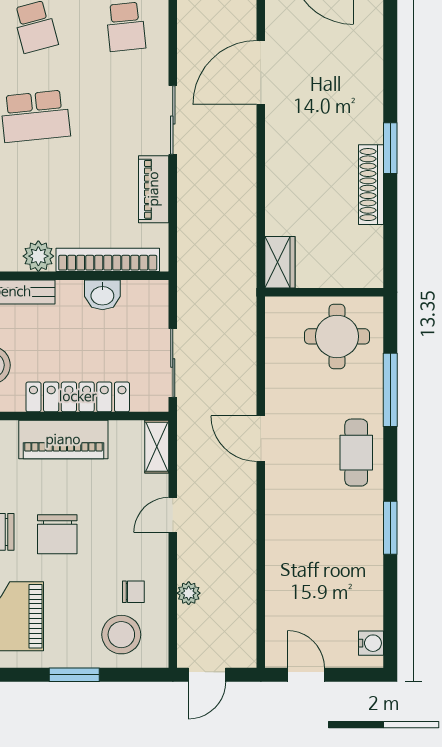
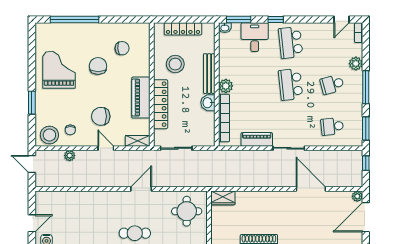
washbasin: (102, 295) -> (208, 103), moved
round table: (337, 336) -> (187, 211), moved
chair: (57, 534) -> (101, 116), moved
stool: (121, 635) -> (49, 135), moved
door: (306, 675) -> (32, 223), moved

